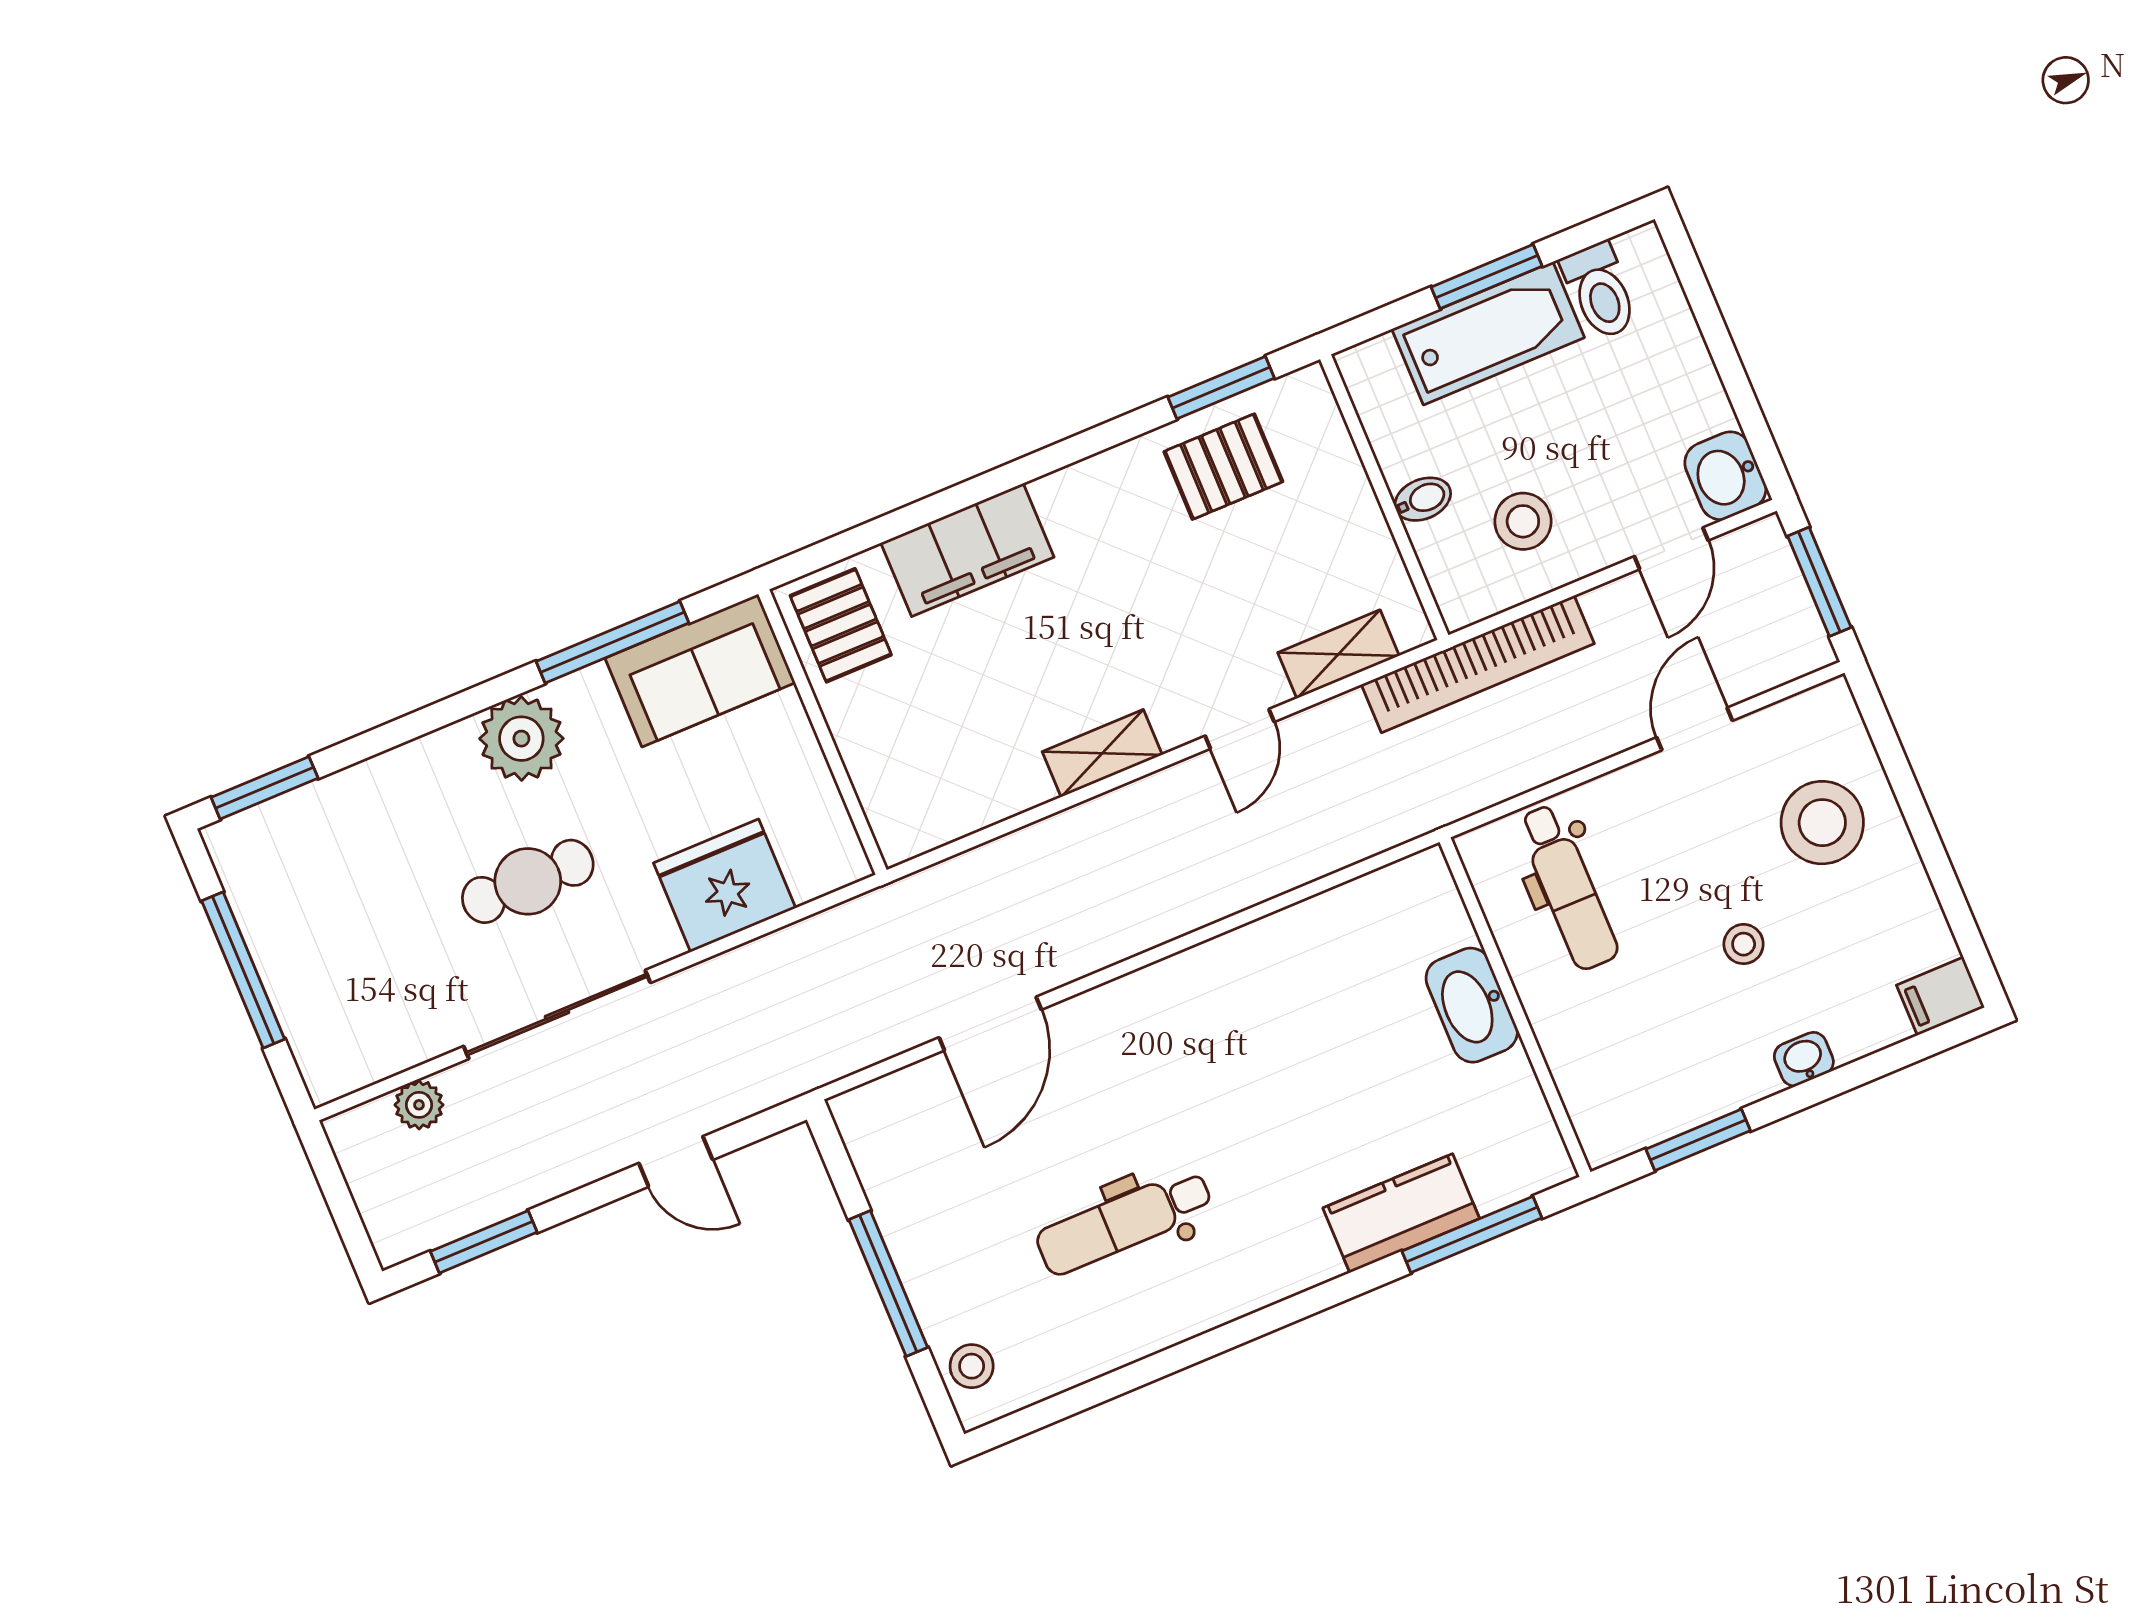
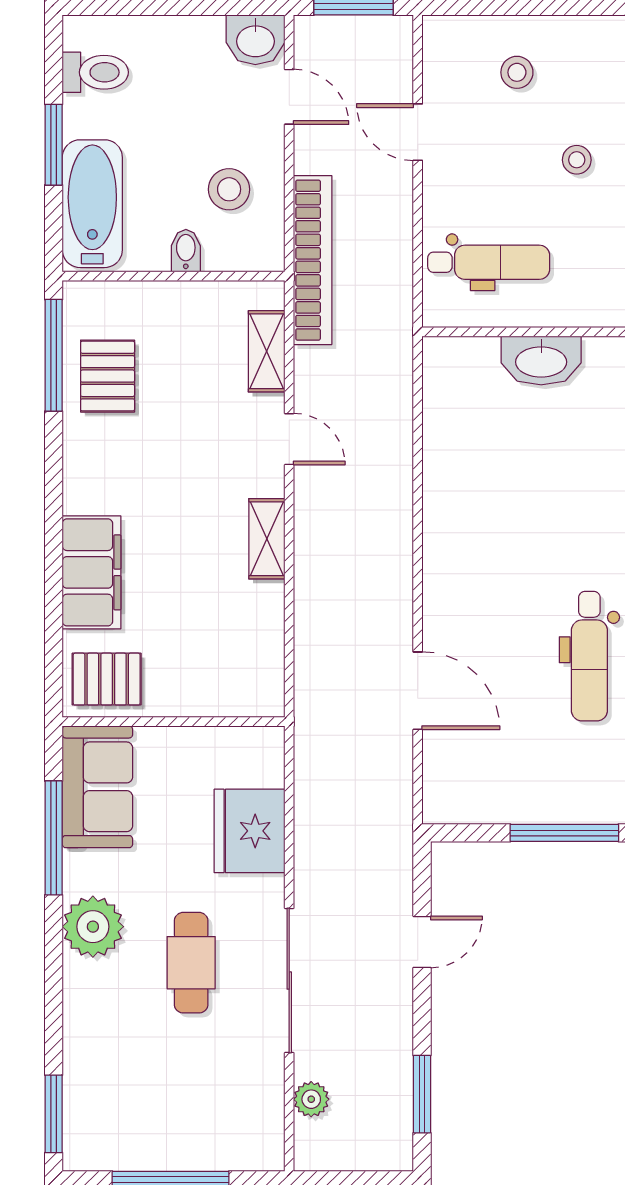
bathtub: (1488, 333) -> (92, 204), moved
window: (1221, 388) -> (54, 355), width x1.44
stool: (1822, 823) -> (517, 72), width x0.53, depth x0.53

